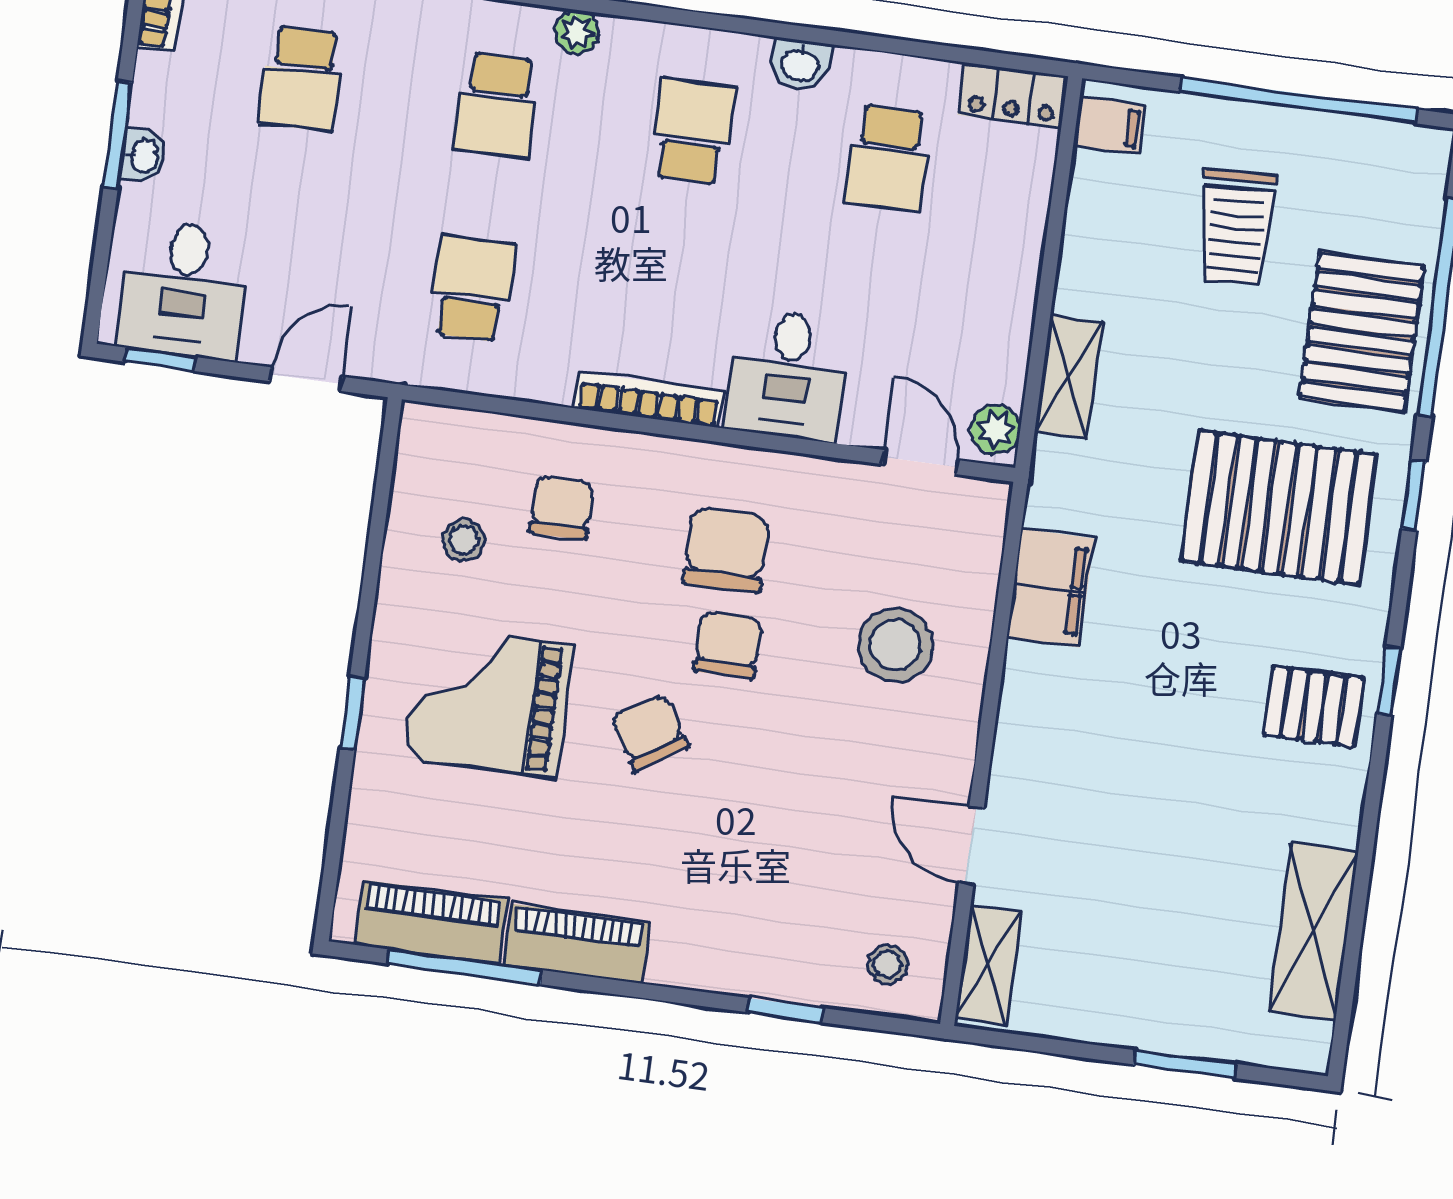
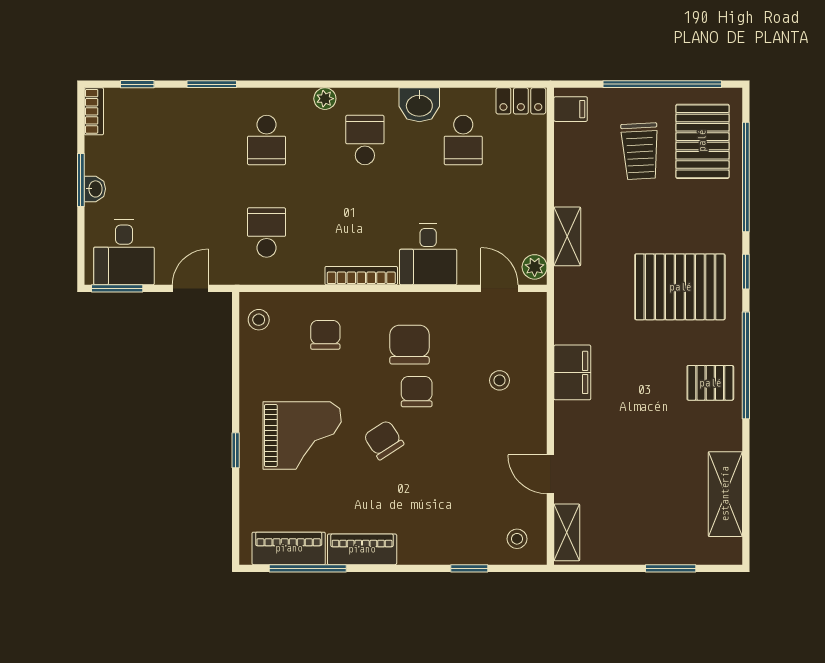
plant: (577, 32) -> (325, 99), moved
washbasin: (800, 64) -> (419, 105), width x1.38, depth x1.45
school desk: (302, 79) -> (168, 140), removed
pallet: (1362, 332) -> (702, 141), moved
window: (161, 359) -> (117, 288), width x1.50
stool: (464, 540) -> (259, 320), moved
filing cabinet: (1050, 588) -> (572, 372), moved
stool: (895, 645) -> (500, 380), width x0.53, depth x0.53
window: (1389, 681) -> (746, 365), width x3.17
grand piano: (488, 701) -> (302, 435), turned 180

